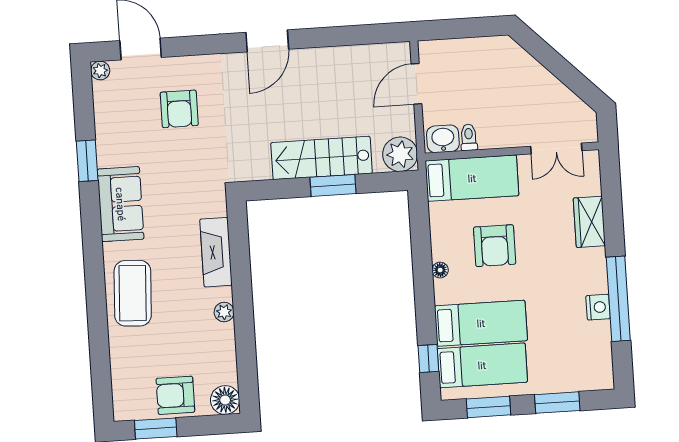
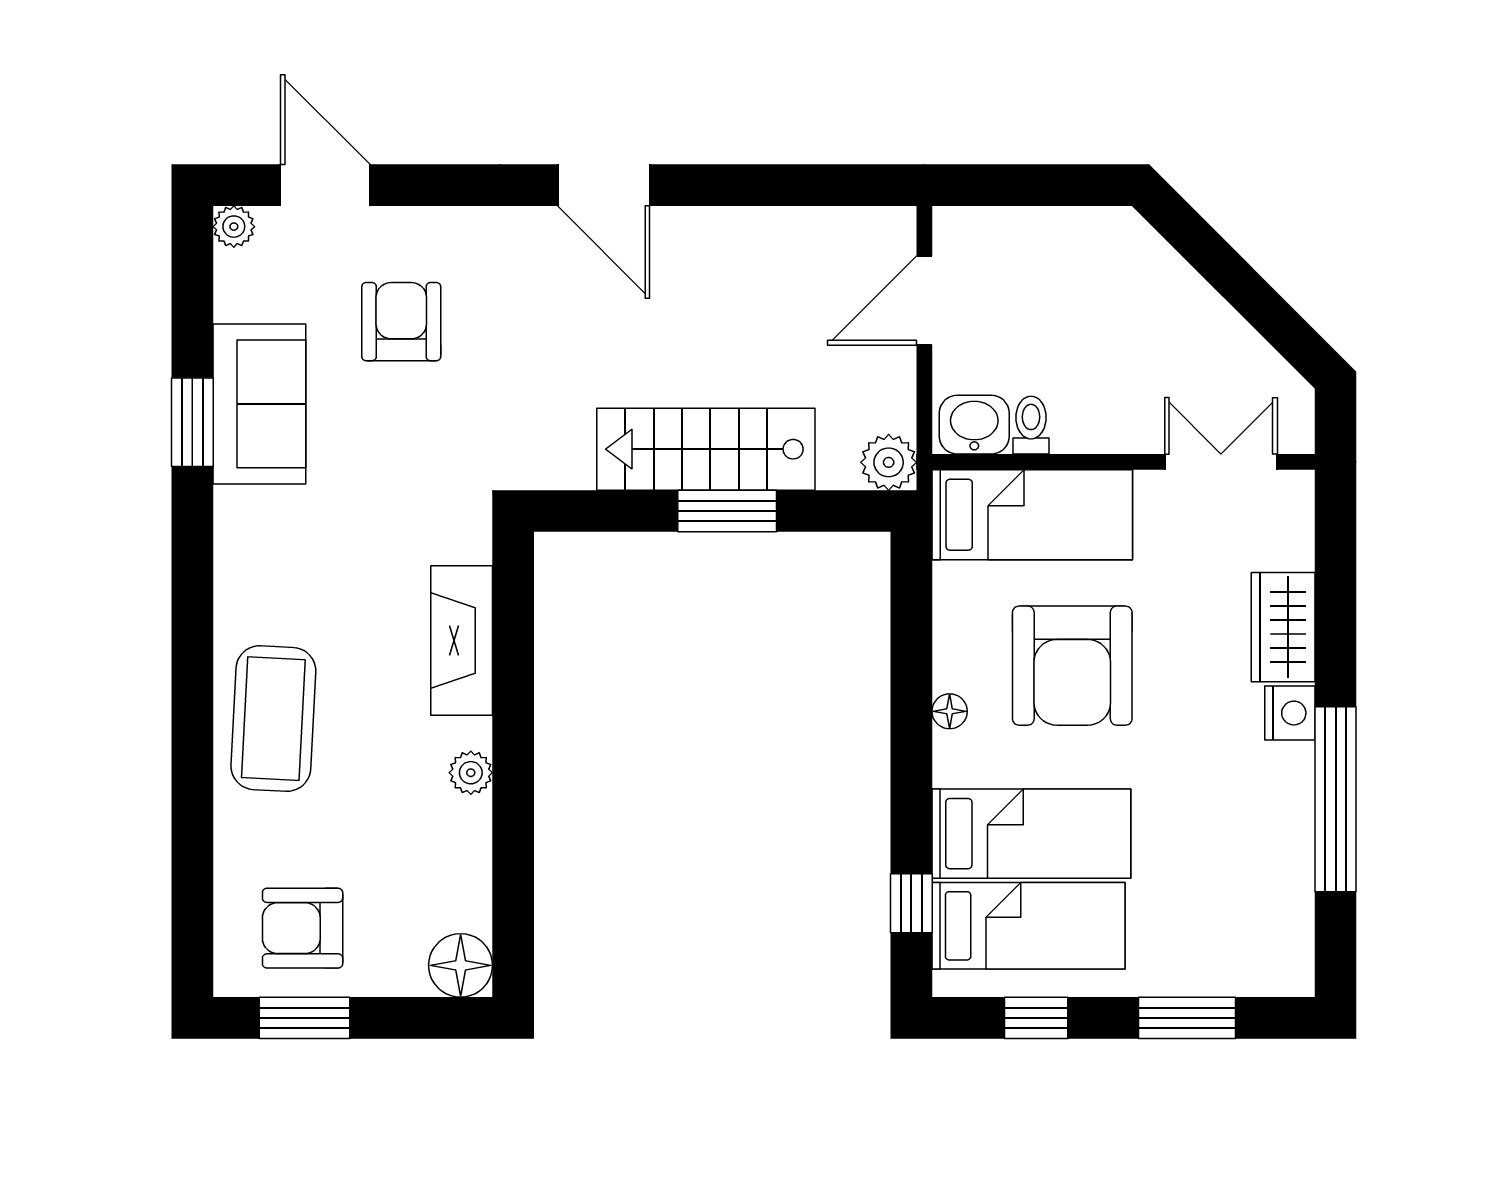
door: (267, 41) -> (604, 185), hinge flipped
armchair: (179, 109) -> (401, 322), turned 180
double door: (556, 149) -> (1221, 462), swing flipped
plant: (400, 154) -> (889, 462), width x0.73, depth x0.73
sofa: (121, 204) -> (259, 404), moved
armchair: (495, 246) -> (1072, 666), width x1.36, depth x1.36
nightstand: (598, 307) -> (1290, 713), moved
armchair: (175, 395) -> (303, 928), moved
window: (488, 407) -> (1036, 1018), width x0.67

